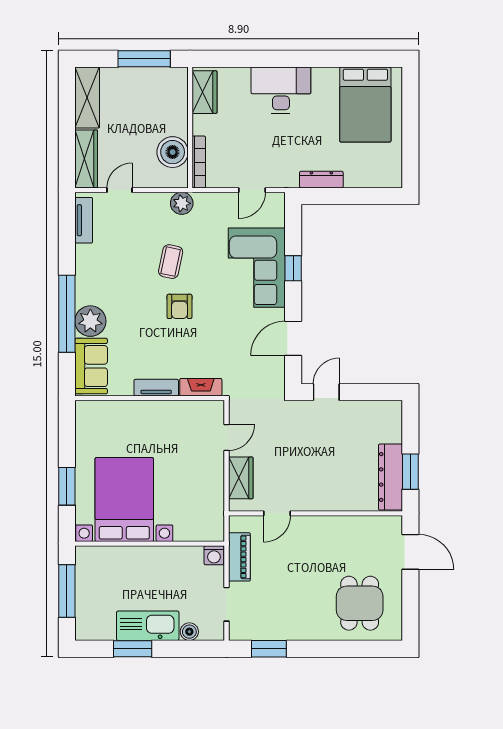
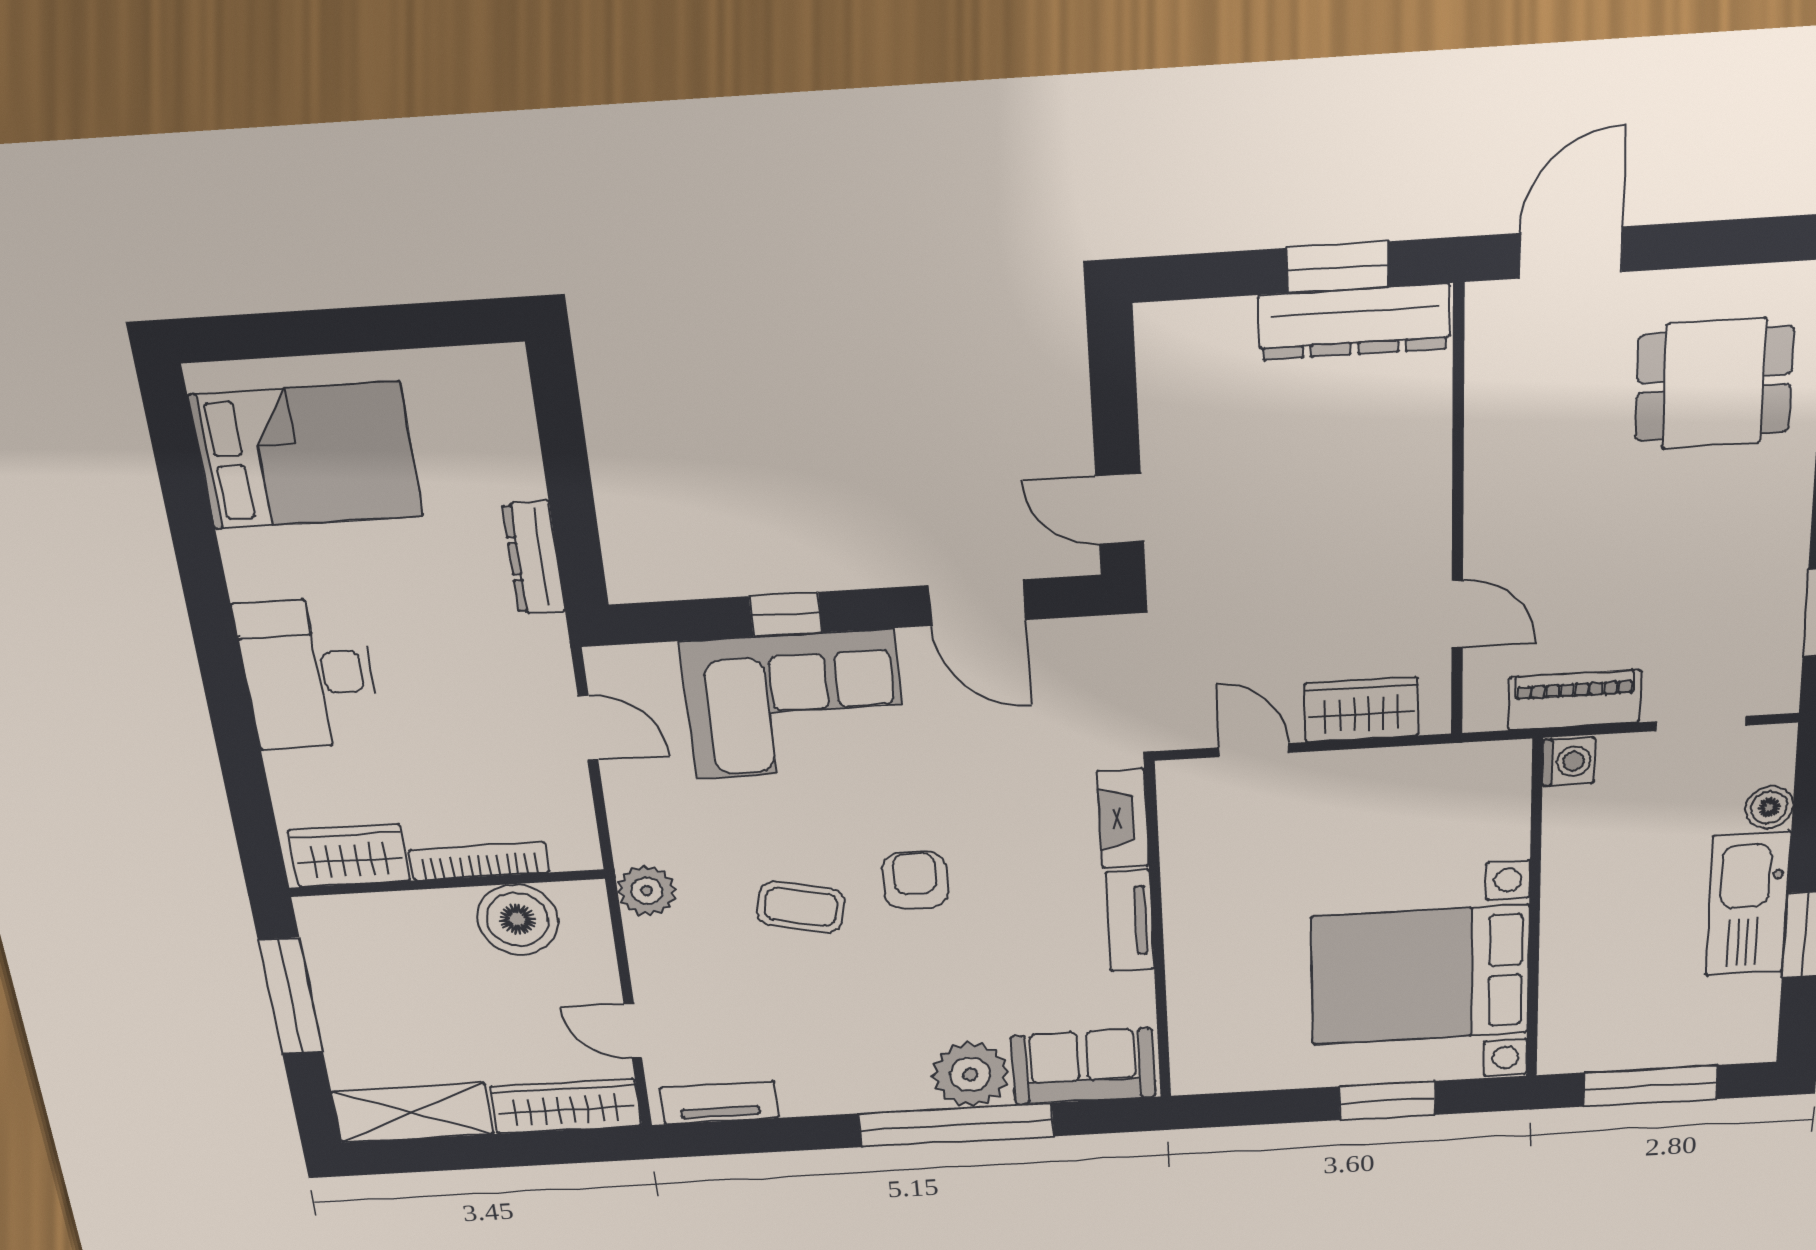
bookcase: (199, 162) -> (479, 861), moved
armchair: (179, 306) -> (915, 880), turned -90

